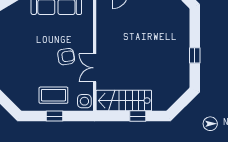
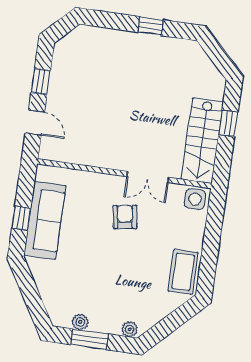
coffee table: (53, 95) -> (183, 272), moved
window: (54, 116) -> (211, 247), removed

